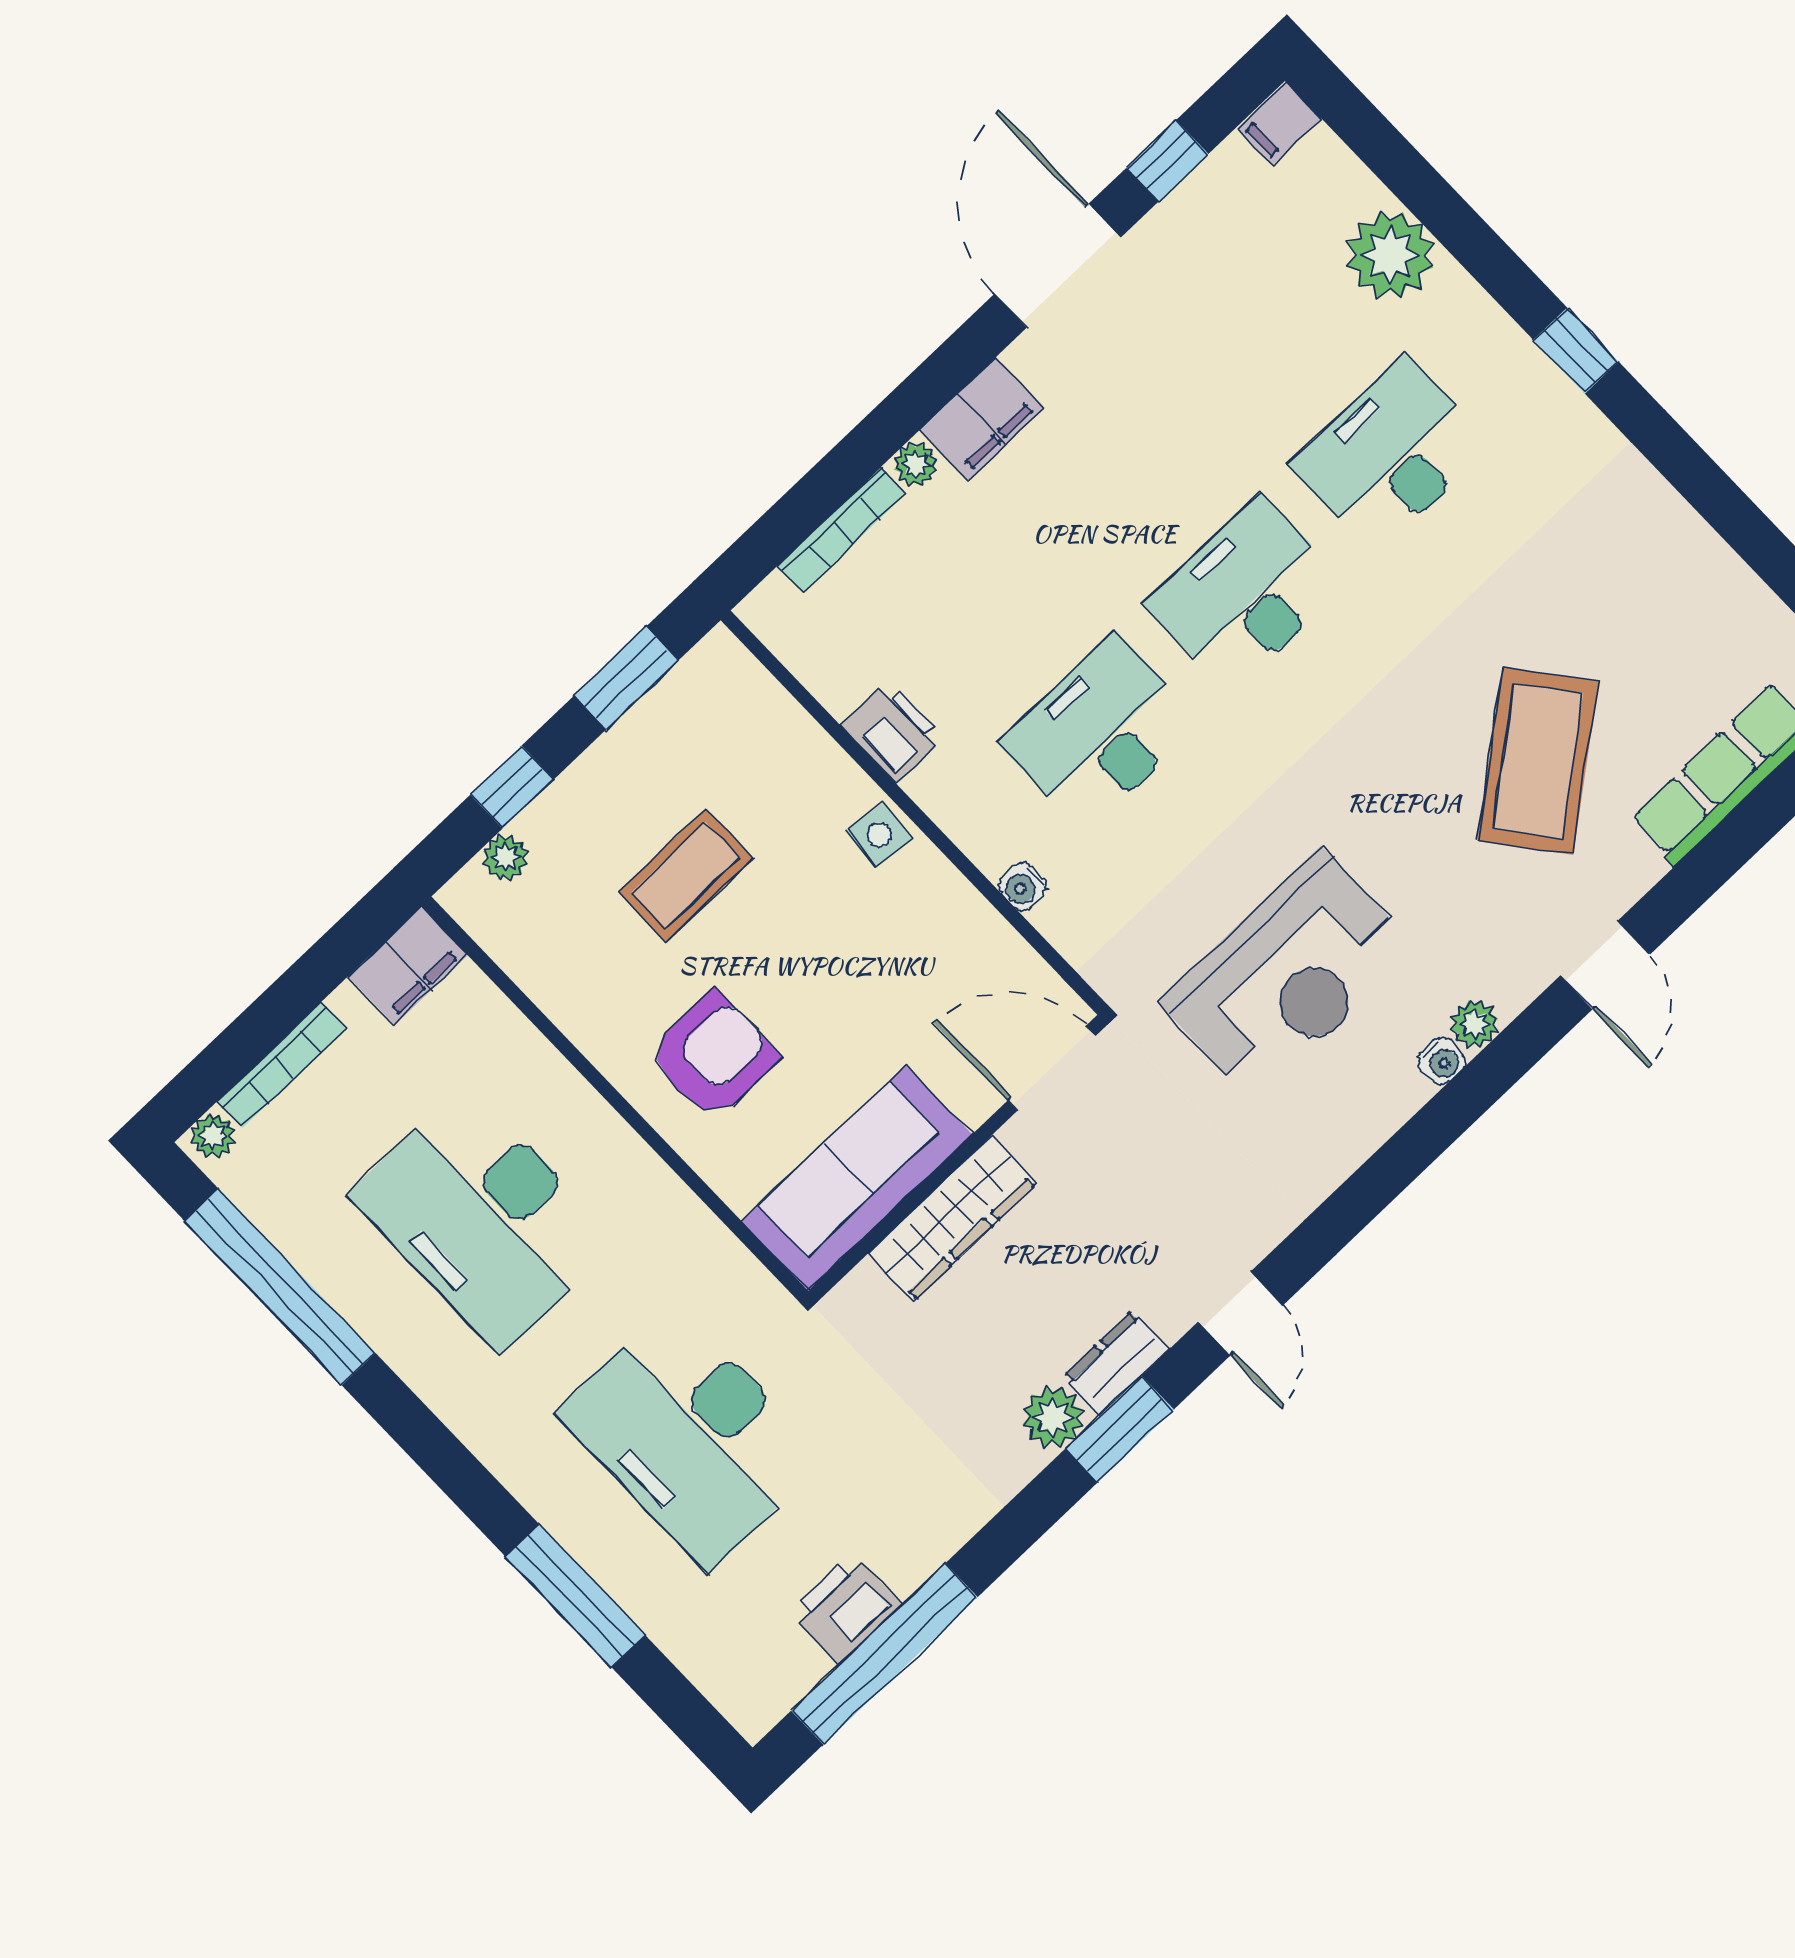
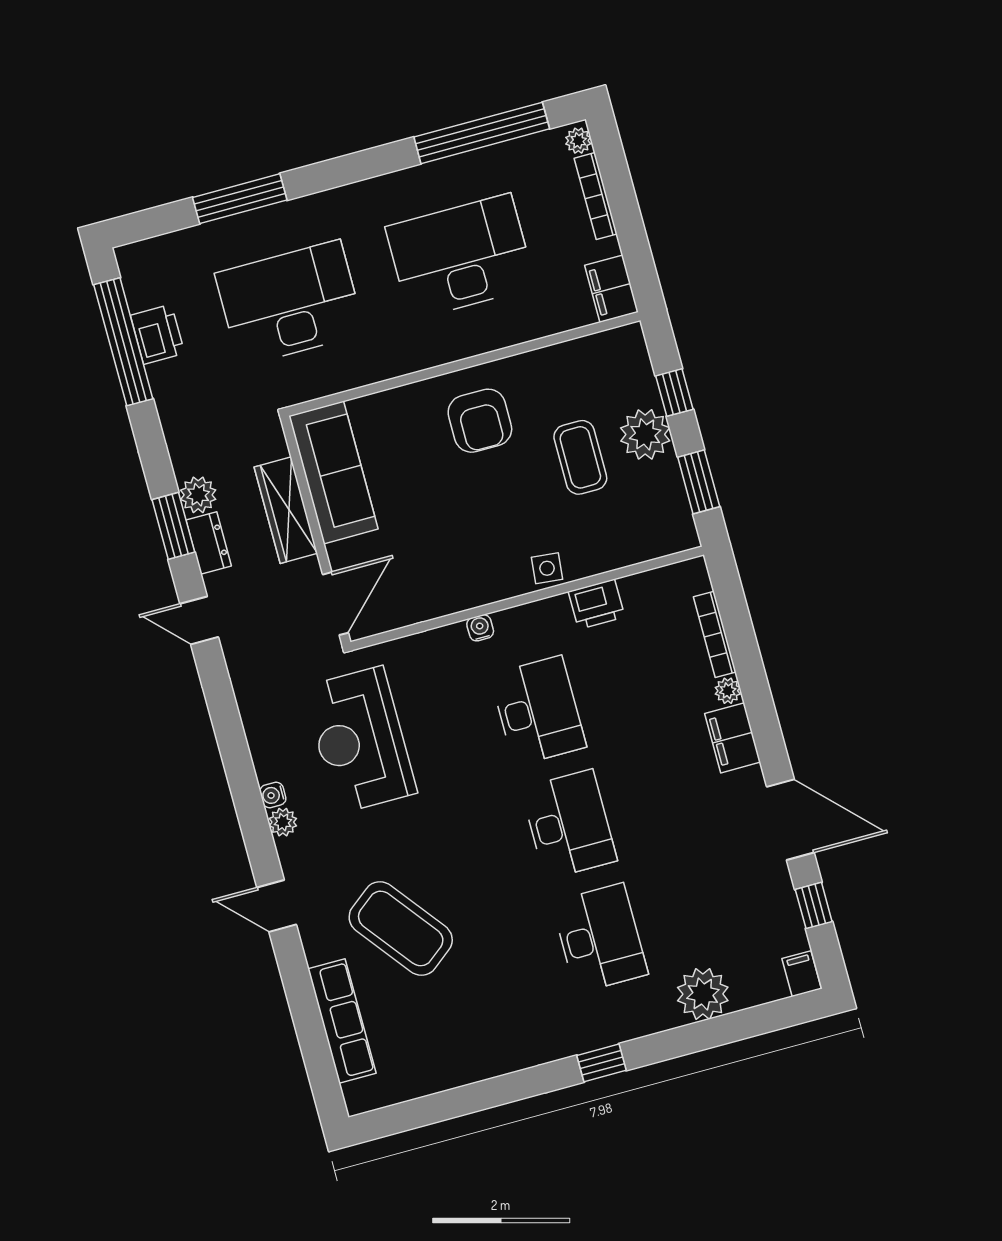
plant: (505, 858) -> (645, 434), moved, width x1.87, depth x1.87
door: (1052, 1068) -> (336, 604), moved
wall: (958, 1158) -> (316, 530), moved
sofa: (857, 1178) -> (333, 472), moved
wardrobe: (952, 1219) -> (286, 510), moved

